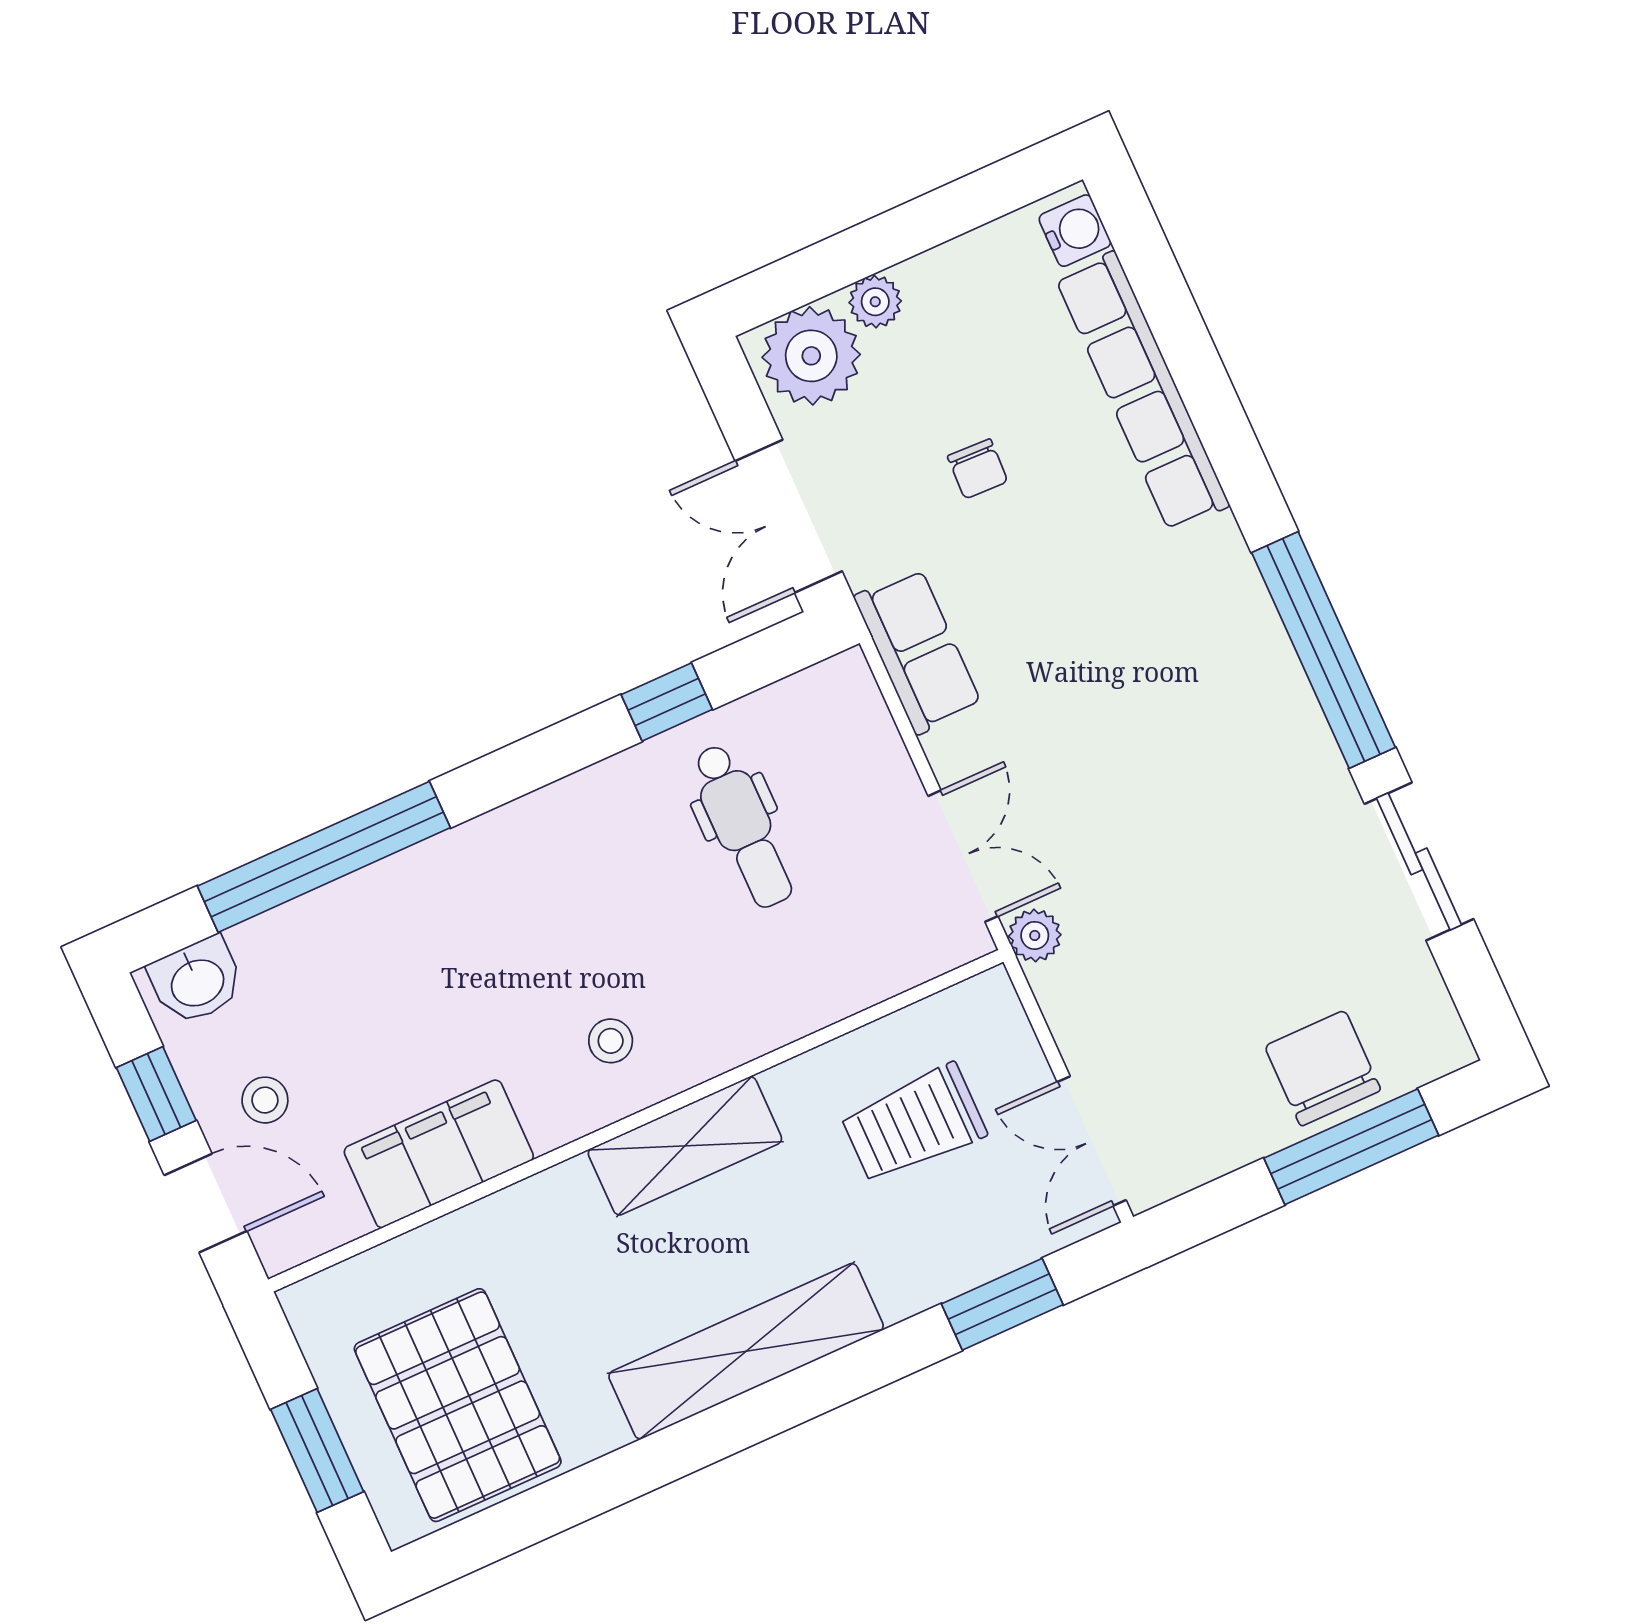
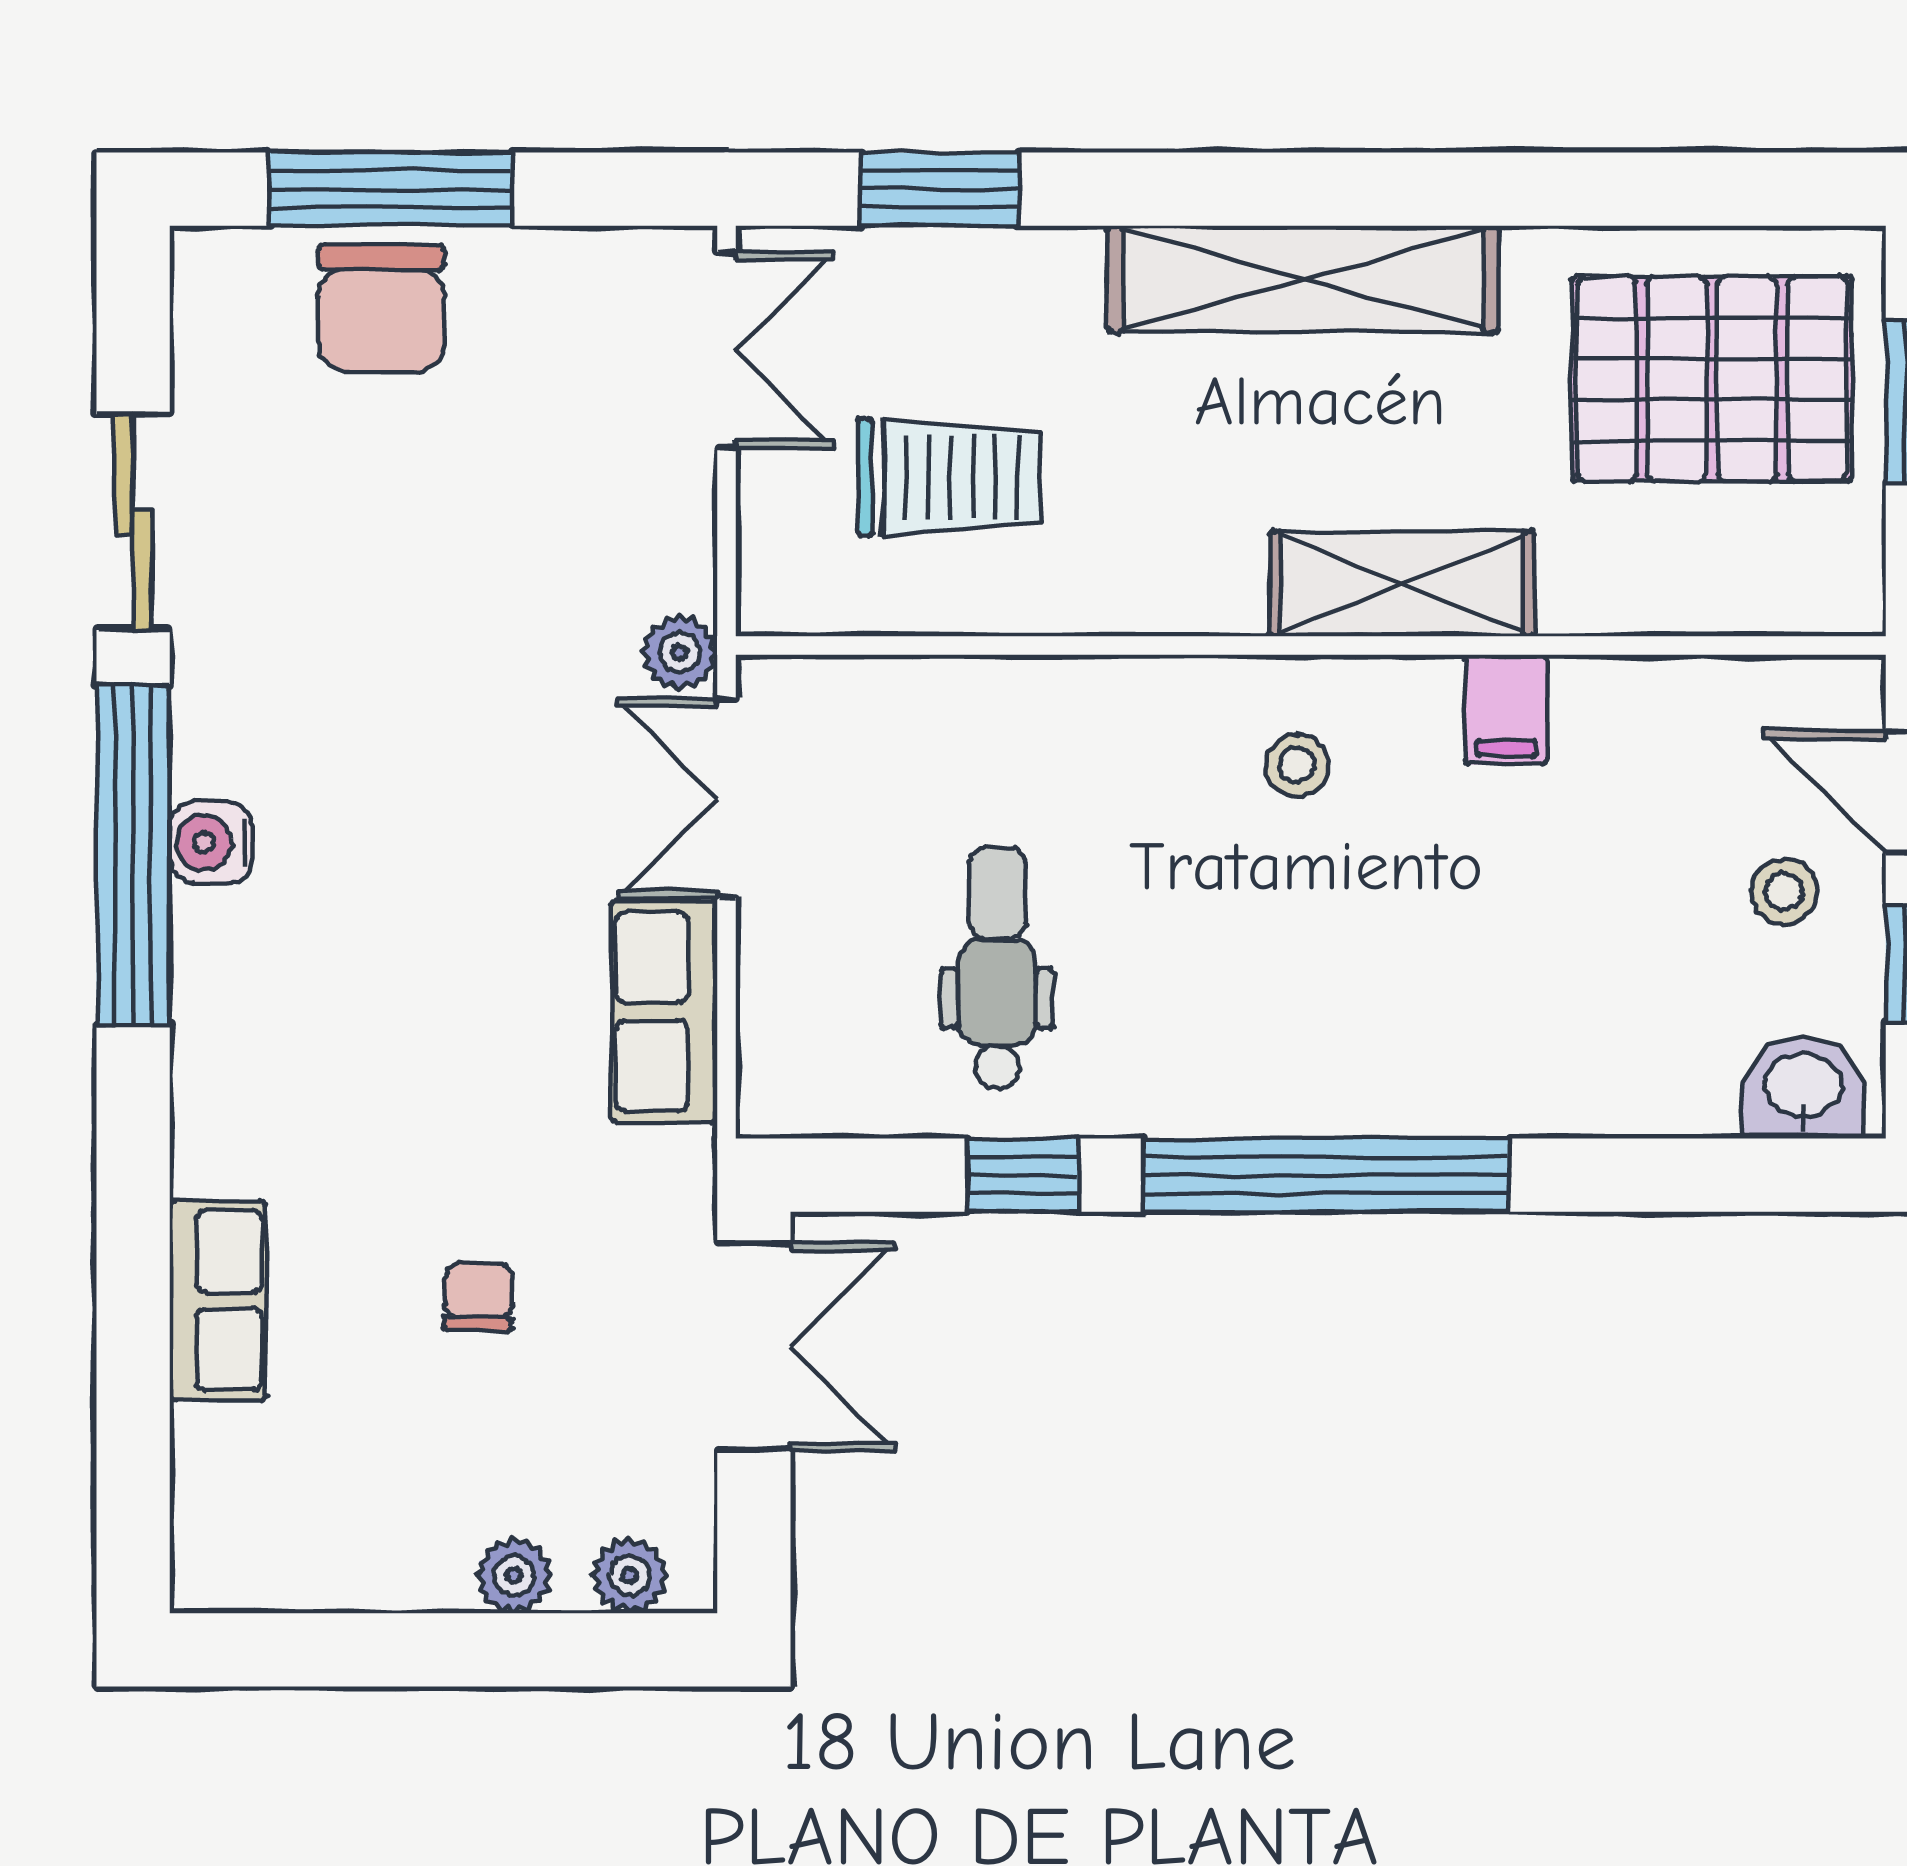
water cooler: (1075, 231) -> (211, 843), moved
plant: (811, 356) -> (630, 1576), width x0.53, depth x0.53
row of seats: (1142, 392) -> (217, 1300), width x0.50
row of seats: (918, 651) -> (664, 1011), moved
window: (324, 857) -> (1326, 1175), moved
shelving: (685, 1146) -> (1402, 584), moved
filing cabinet: (439, 1154) -> (1506, 709), width x0.33, depth x0.86
pallet: (458, 1405) -> (1712, 379), turned 90

